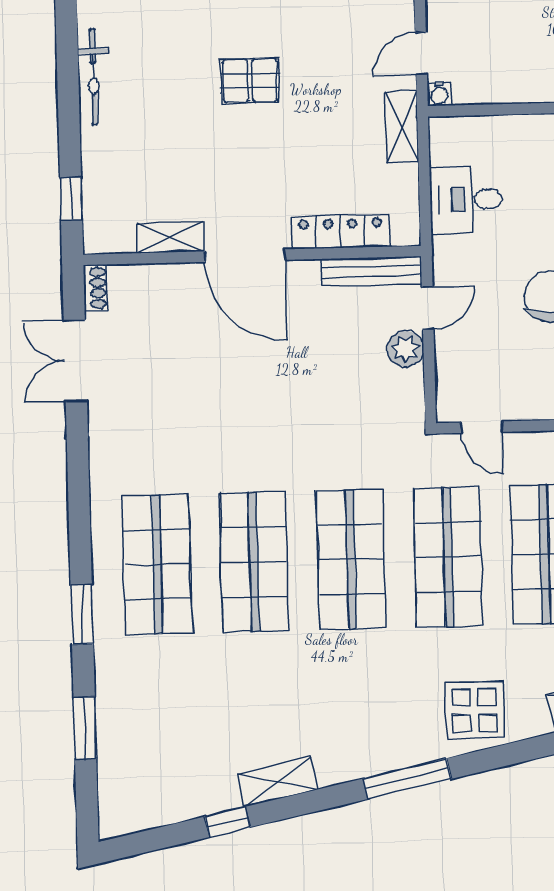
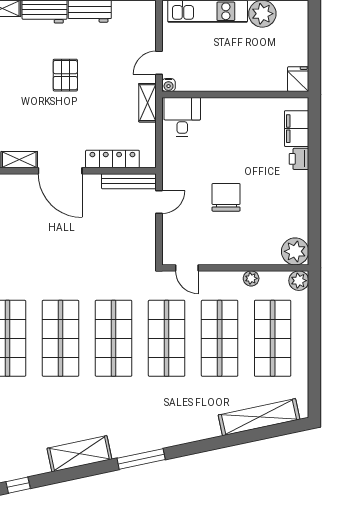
pallet: (250, 81) -> (65, 75), turned 90
desk: (466, 200) -> (182, 117), moved, turned 90
plant: (405, 349) -> (146, 224), removed
display table: (475, 710) -> (179, 423), removed
shelving: (277, 782) -> (79, 454), width x1.50, depth x1.33
window: (227, 822) -> (18, 485), moved

